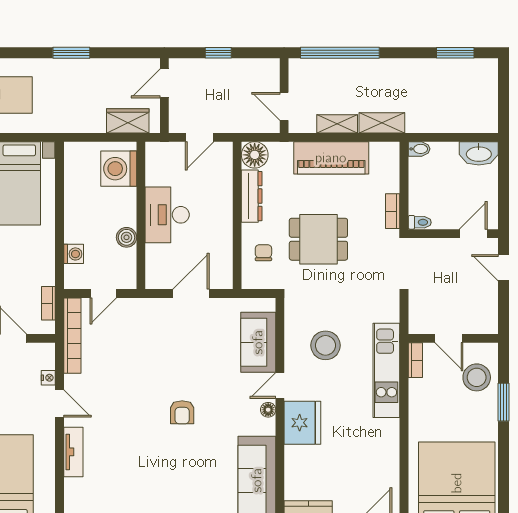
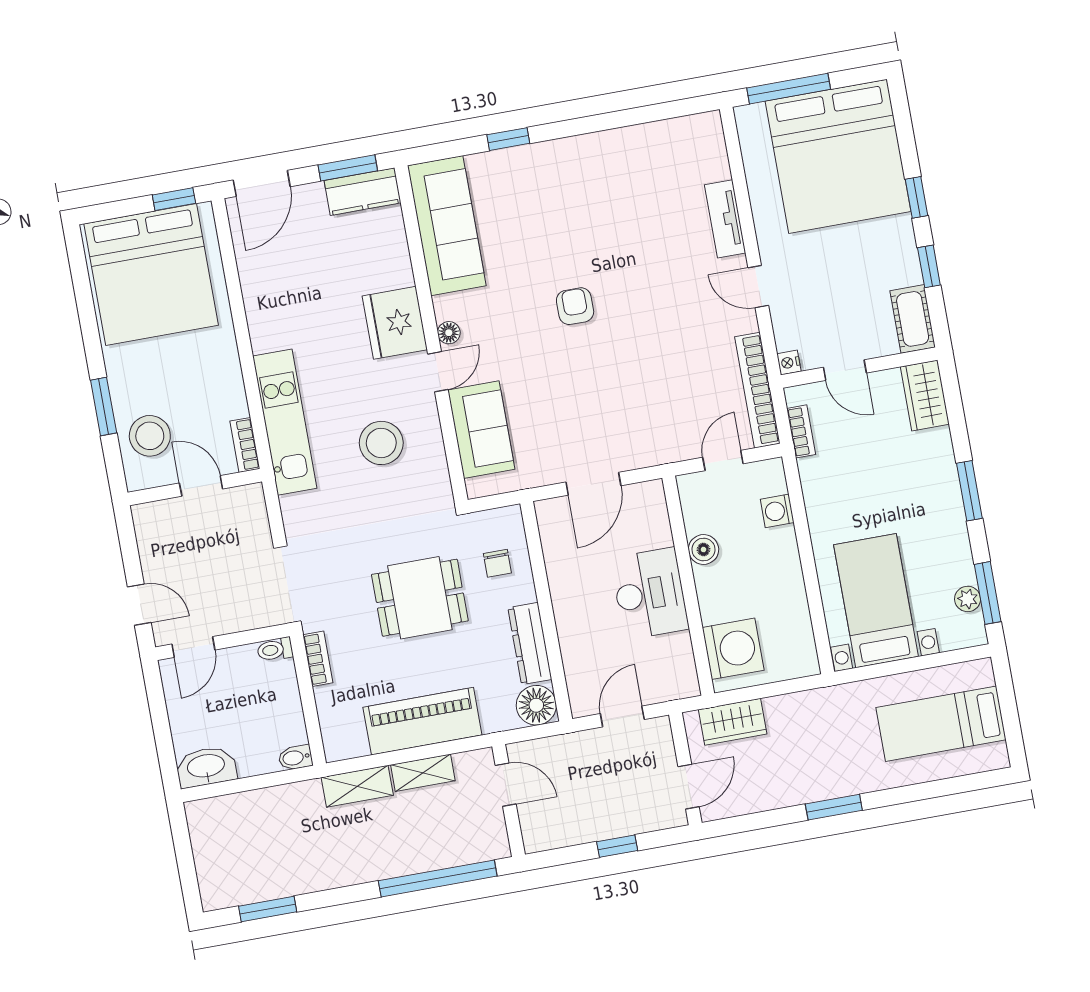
nightstand: (48, 378) -> (789, 363), moved

